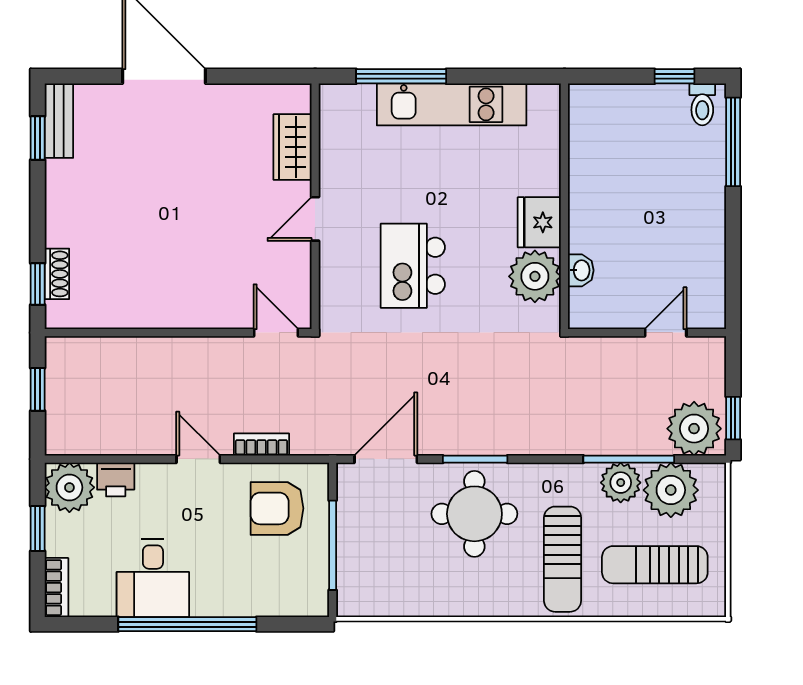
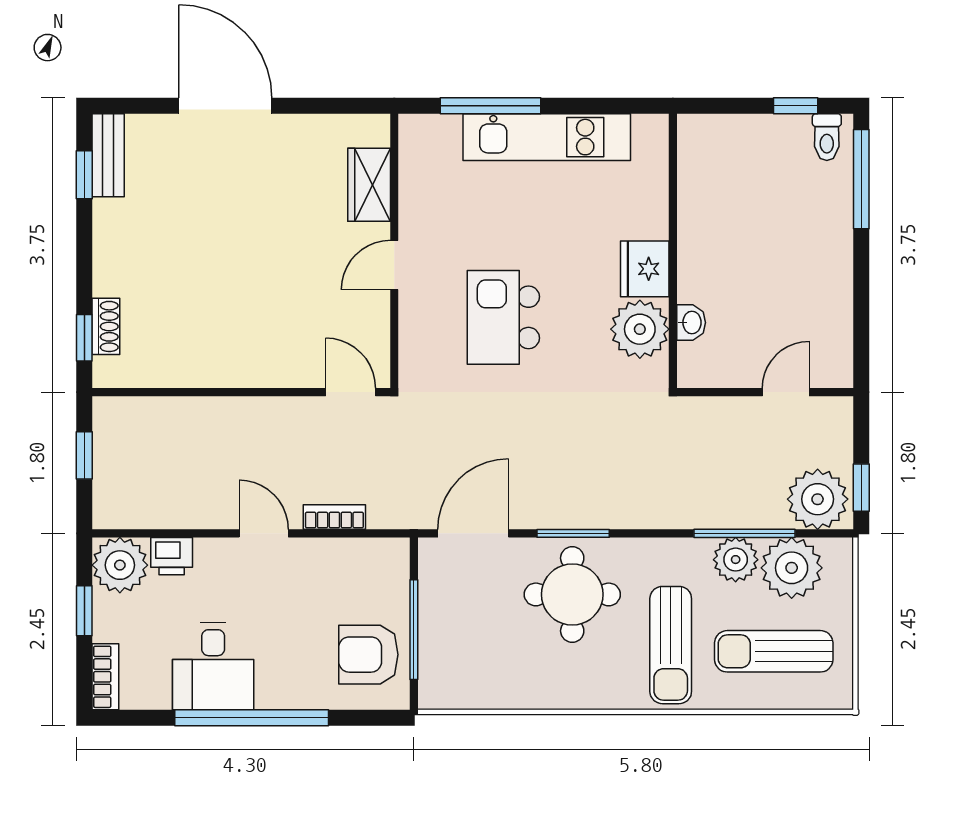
armchair: (277, 508) -> (368, 655), moved

